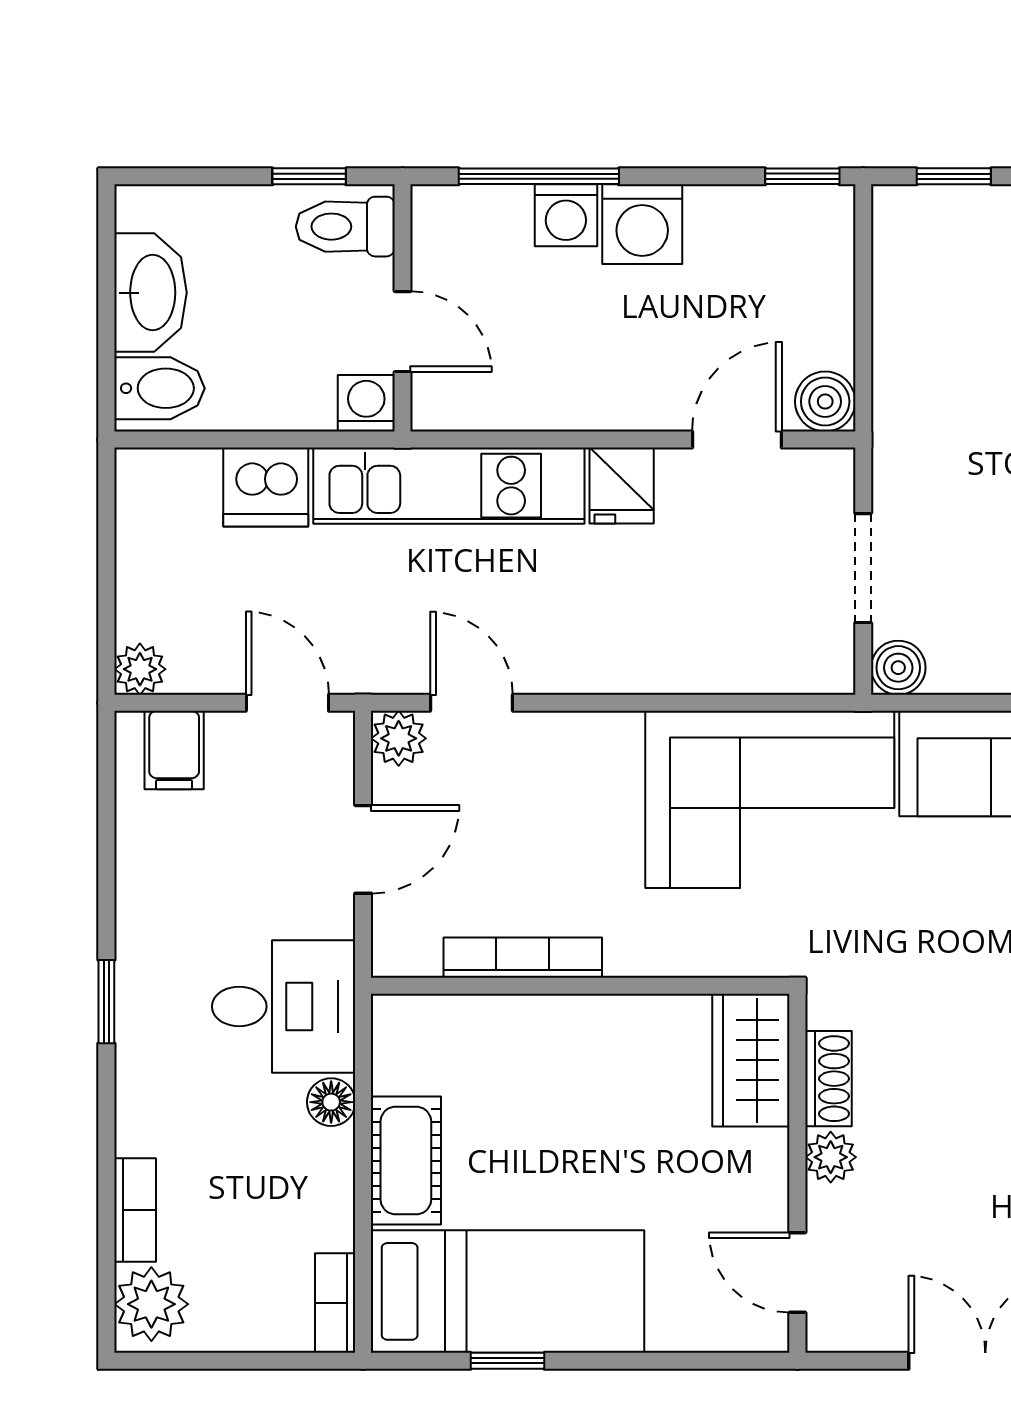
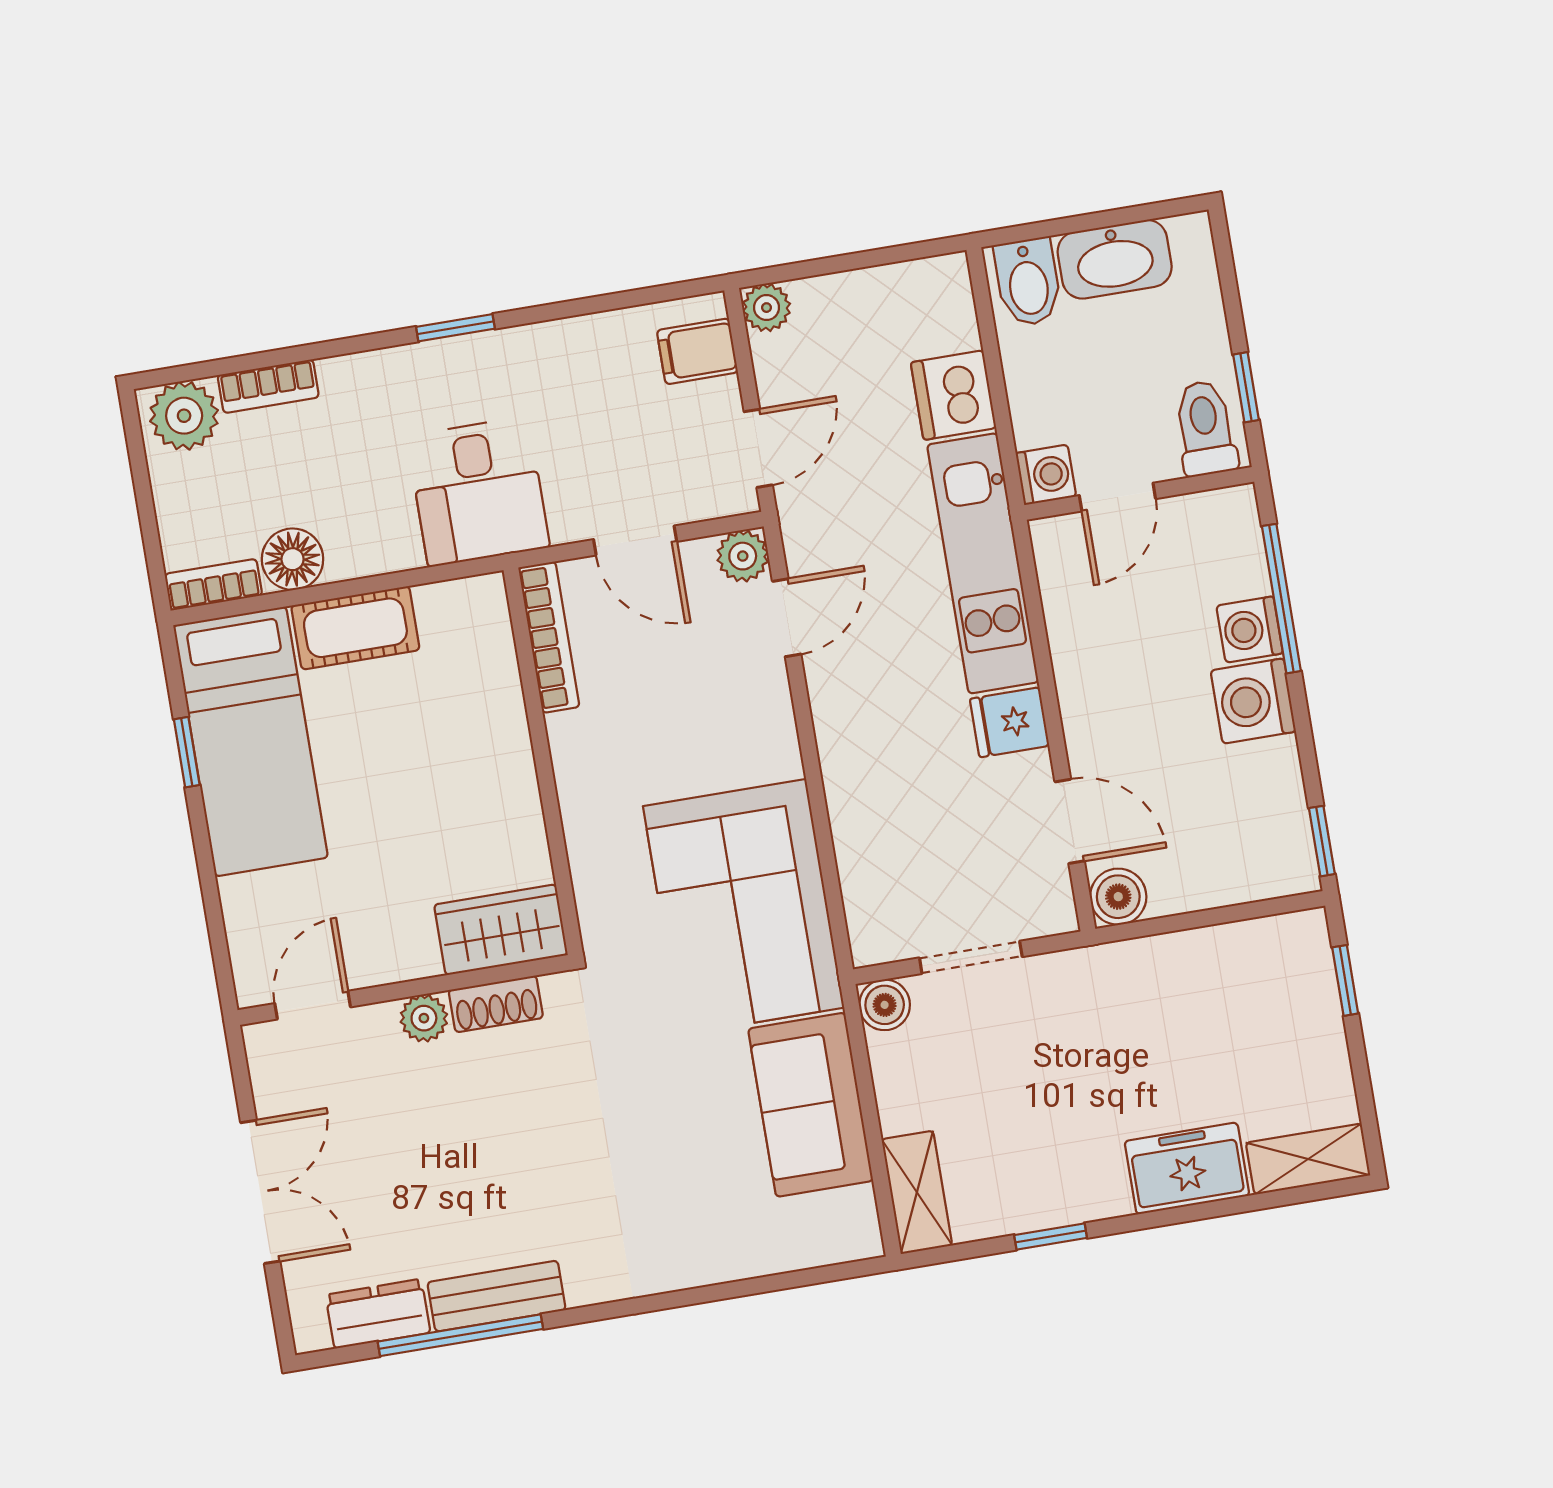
bookcase: (523, 958) -> (549, 637), moved
floor lamp: (331, 1102) -> (293, 559), moved, width x1.37, depth x1.37

